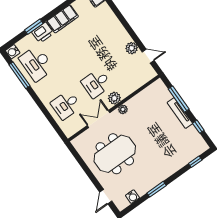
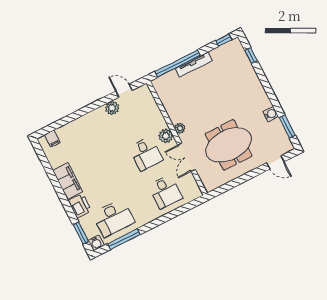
window: (34, 27) -> (81, 233), moved
door: (148, 56) -> (124, 91), hinge flipped
window: (179, 99) -> (178, 64), width x1.46
window: (198, 127) -> (224, 40), moved
meeting table: (115, 154) -> (229, 145), turned 90
window: (157, 189) -> (287, 126), moved
water cooler: (132, 197) -> (271, 114), moved

